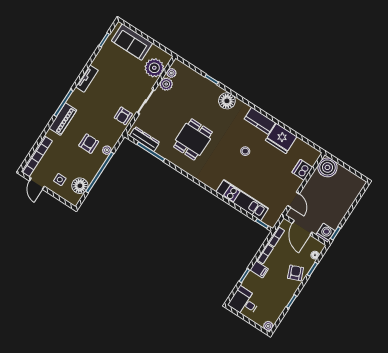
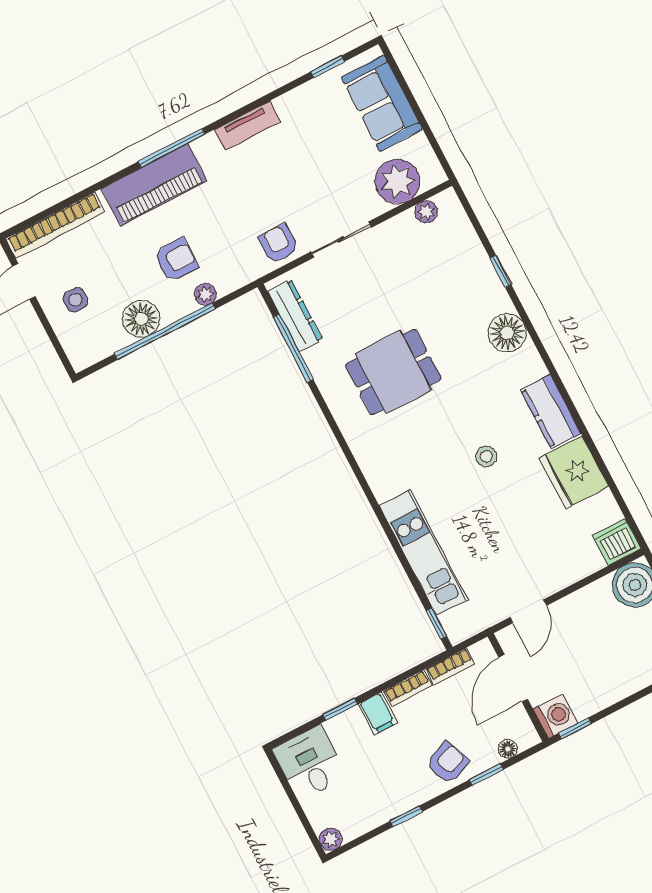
plant: (166, 84) -> (403, 228), removed
armchair: (123, 116) -> (278, 243), turned 90
piano: (63, 119) -> (154, 185), width x1.37, depth x1.33
dishwasher: (302, 170) -> (617, 542), moved
floor lamp: (80, 186) -> (141, 319), moved

